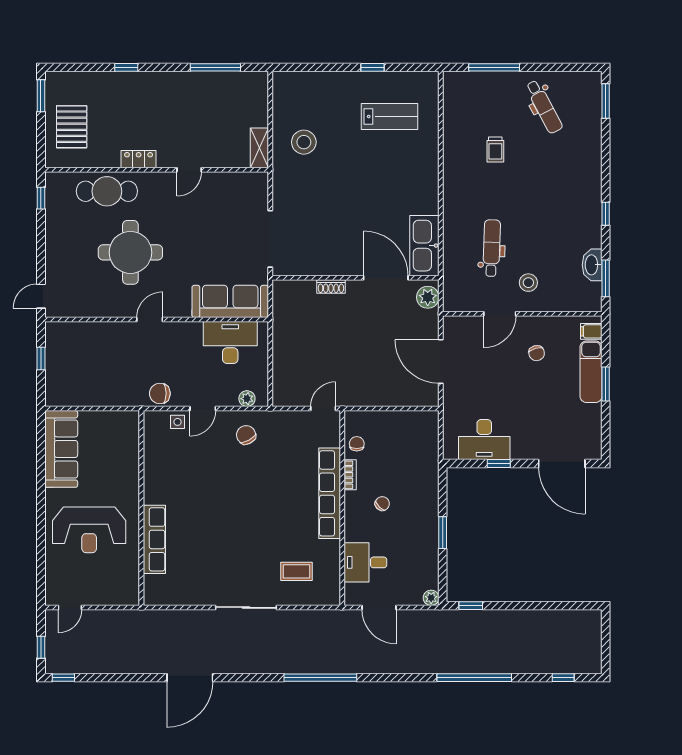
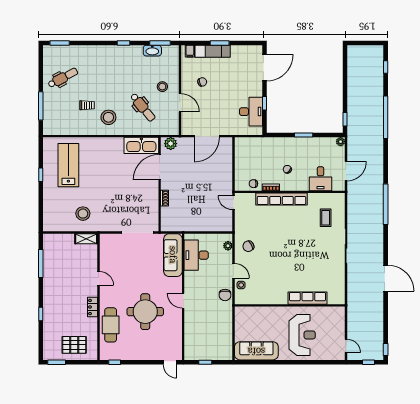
lab bench: (390, 117) -> (68, 165), width x1.36, depth x1.39
stool: (474, 187) -> (108, 117), added
dental chair: (492, 248) -> (143, 107), turned -131

